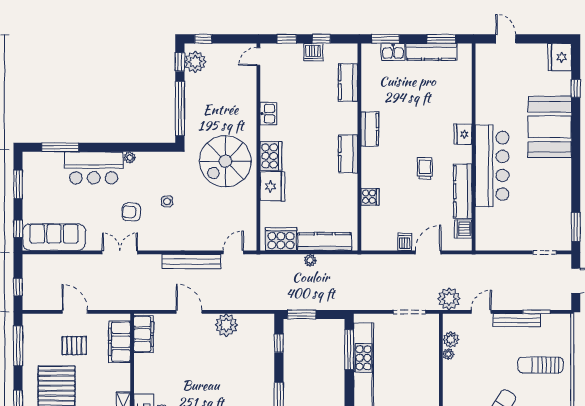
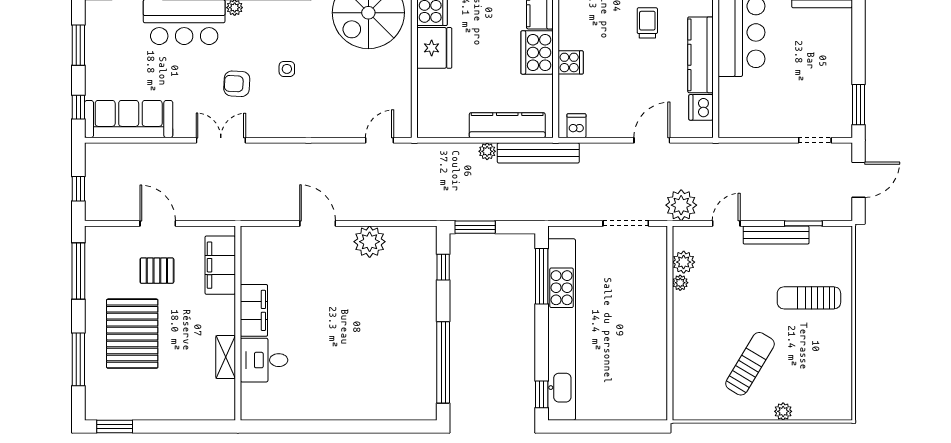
cooker: (281, 239) -> (537, 52), moved, turned -90
dishwasher: (405, 242) -> (576, 126), moved
bench: (191, 261) -> (538, 153), moved
filing cabinet: (144, 334) -> (254, 310), moved

